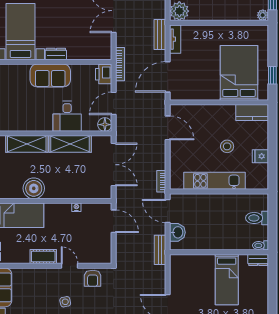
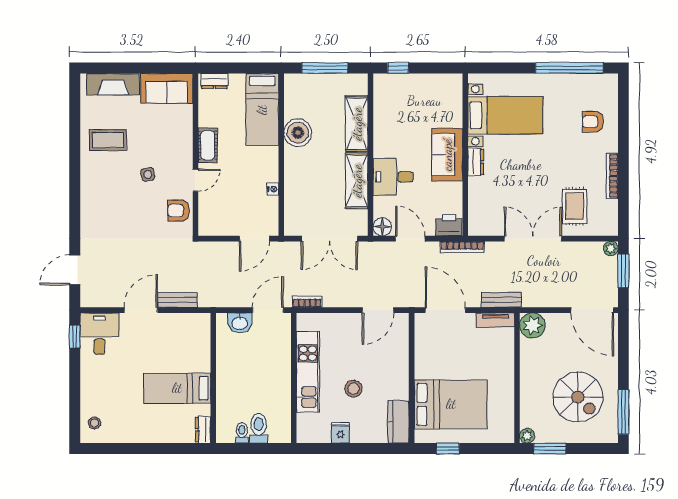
toilet: (260, 245) -> (242, 433), moved
bench: (160, 250) -> (178, 300), moved

